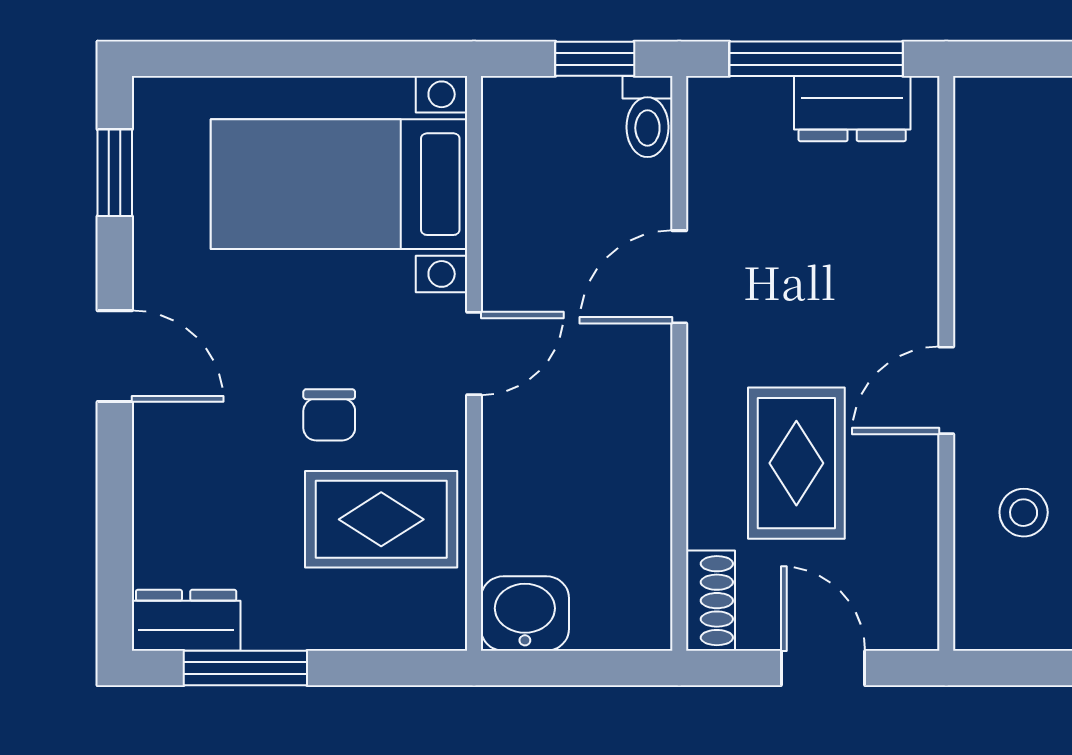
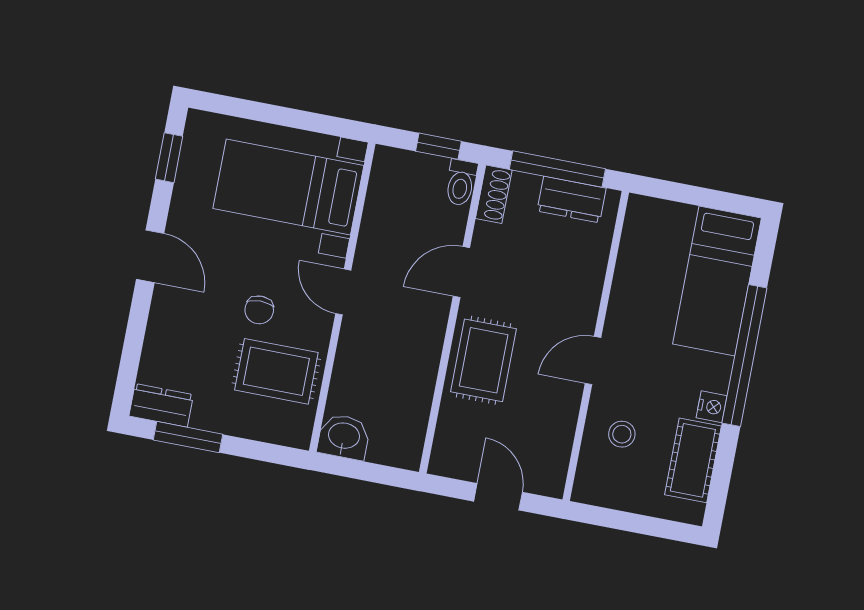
door: (474, 353) -> (343, 292), swing flipped
rug: (796, 463) -> (484, 360), moved
shoe rack: (710, 601) -> (494, 194), moved

